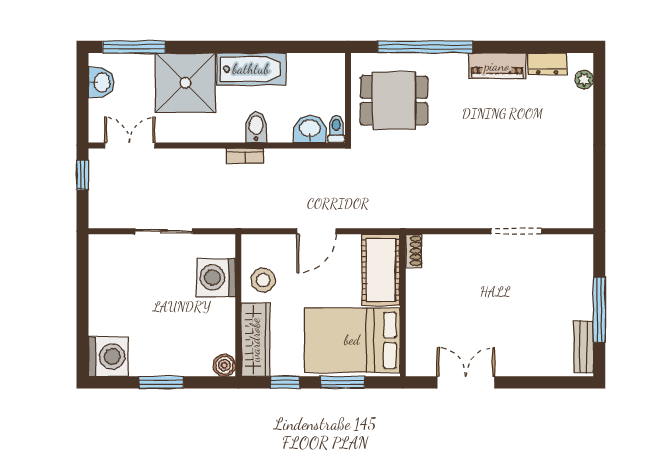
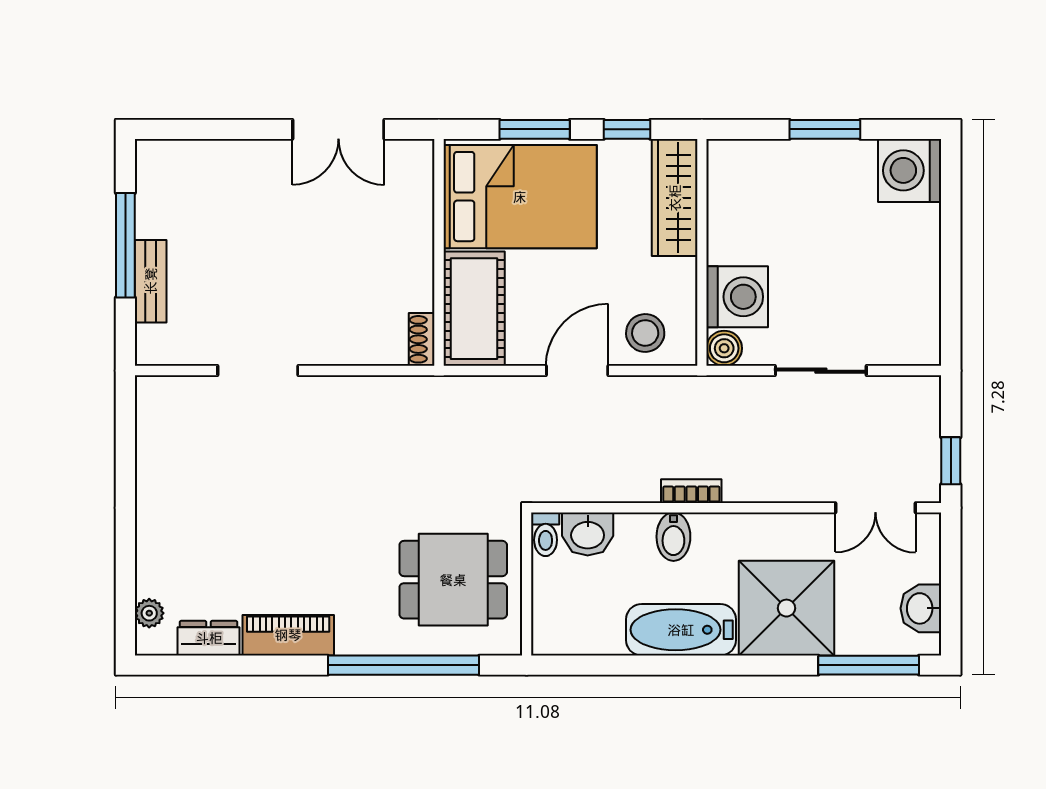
stool: (263, 280) -> (645, 333), moved
bench: (583, 347) -> (151, 281), moved
boiler: (224, 365) -> (724, 348), moved

